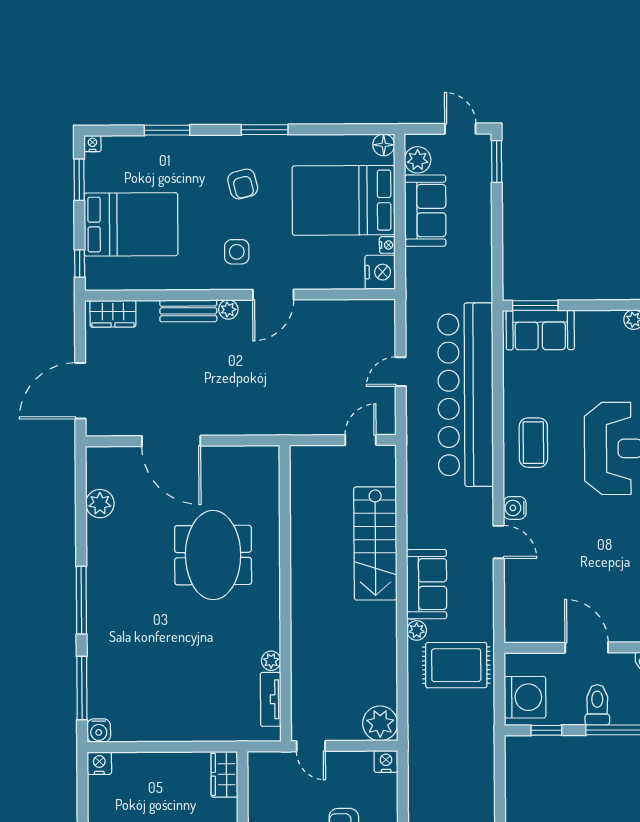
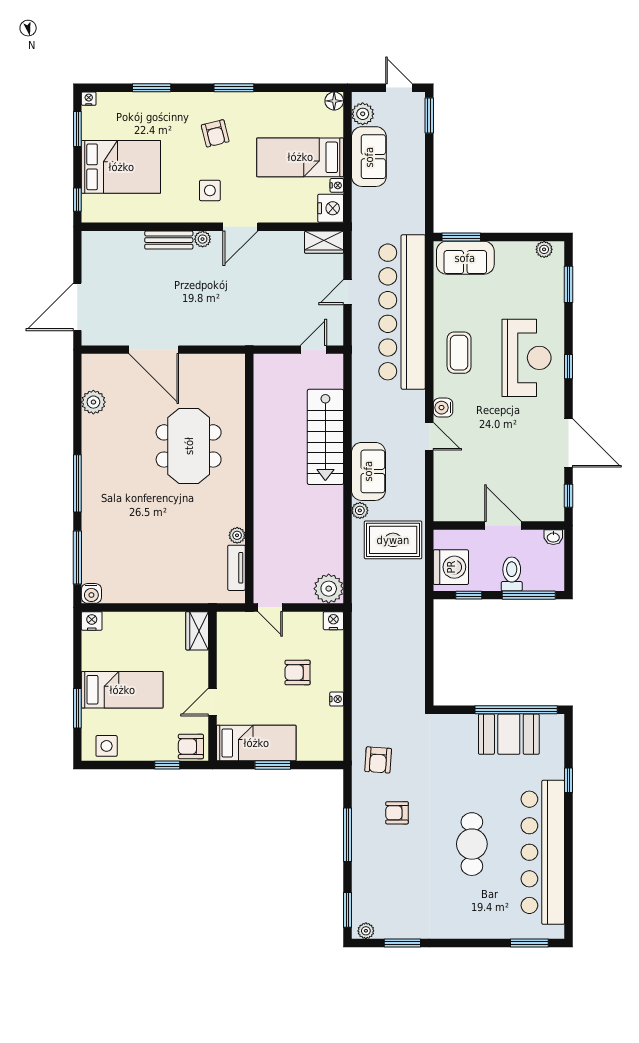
bed: (344, 200) -> (300, 157), width x0.67
wardrobe: (113, 314) -> (324, 242), moved

